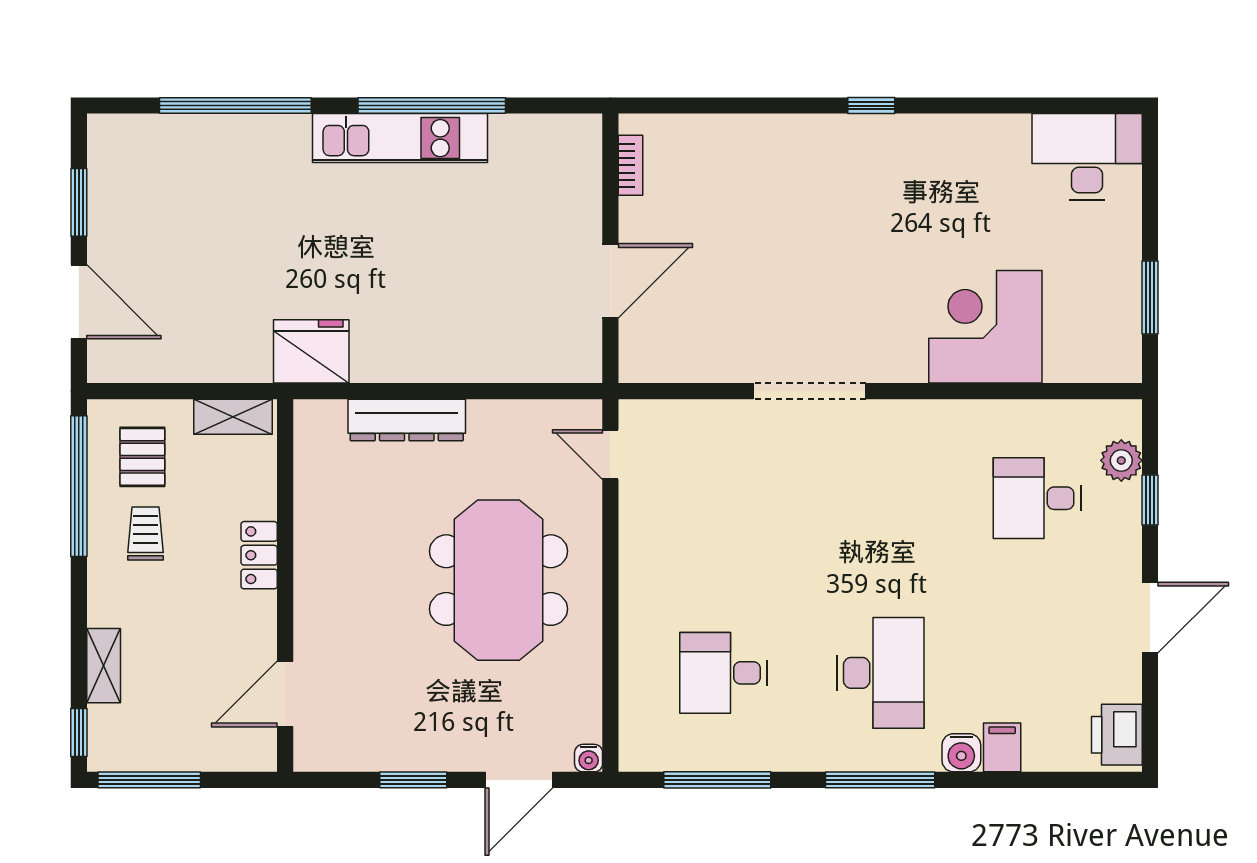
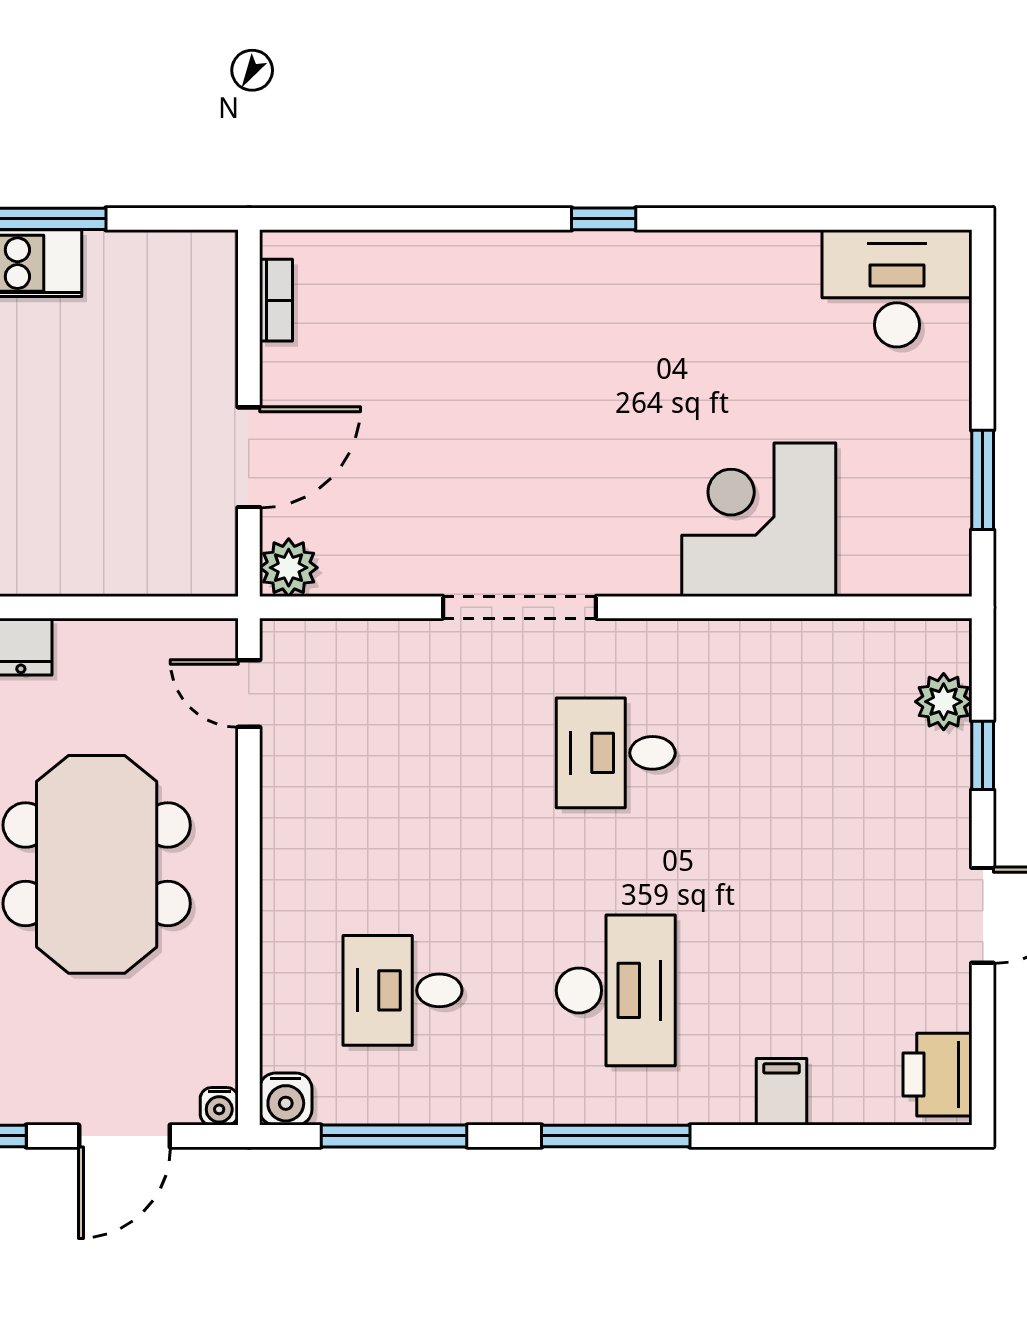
plant: (640, 362) -> (289, 568), added
desk: (1037, 498) -> (616, 753), moved
water cooler: (961, 753) -> (286, 1099), moved

